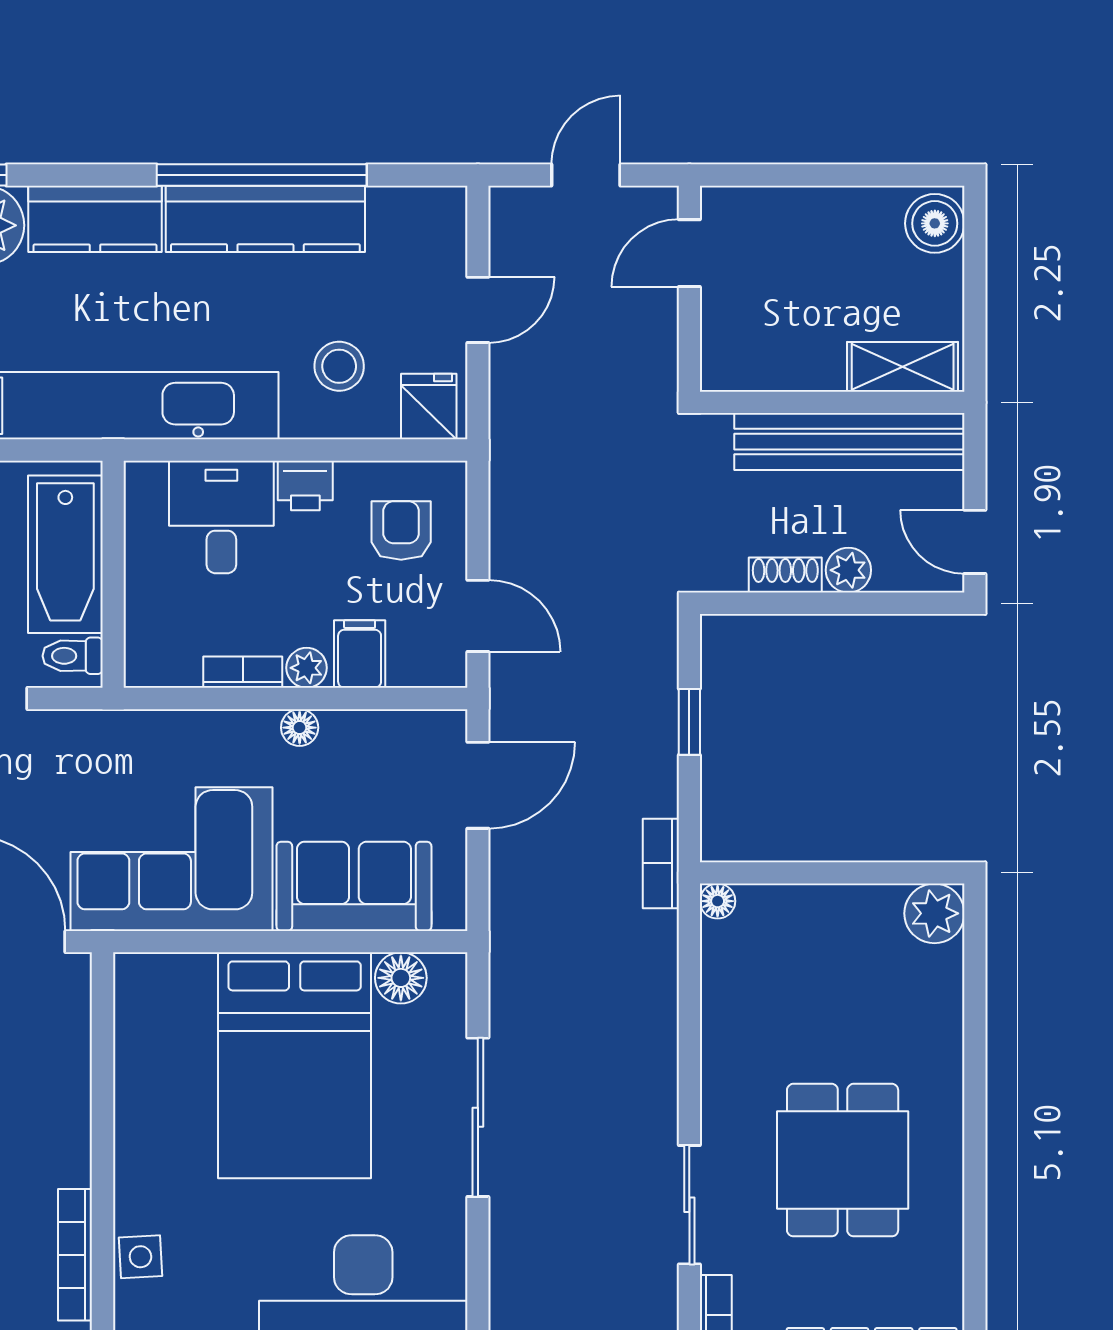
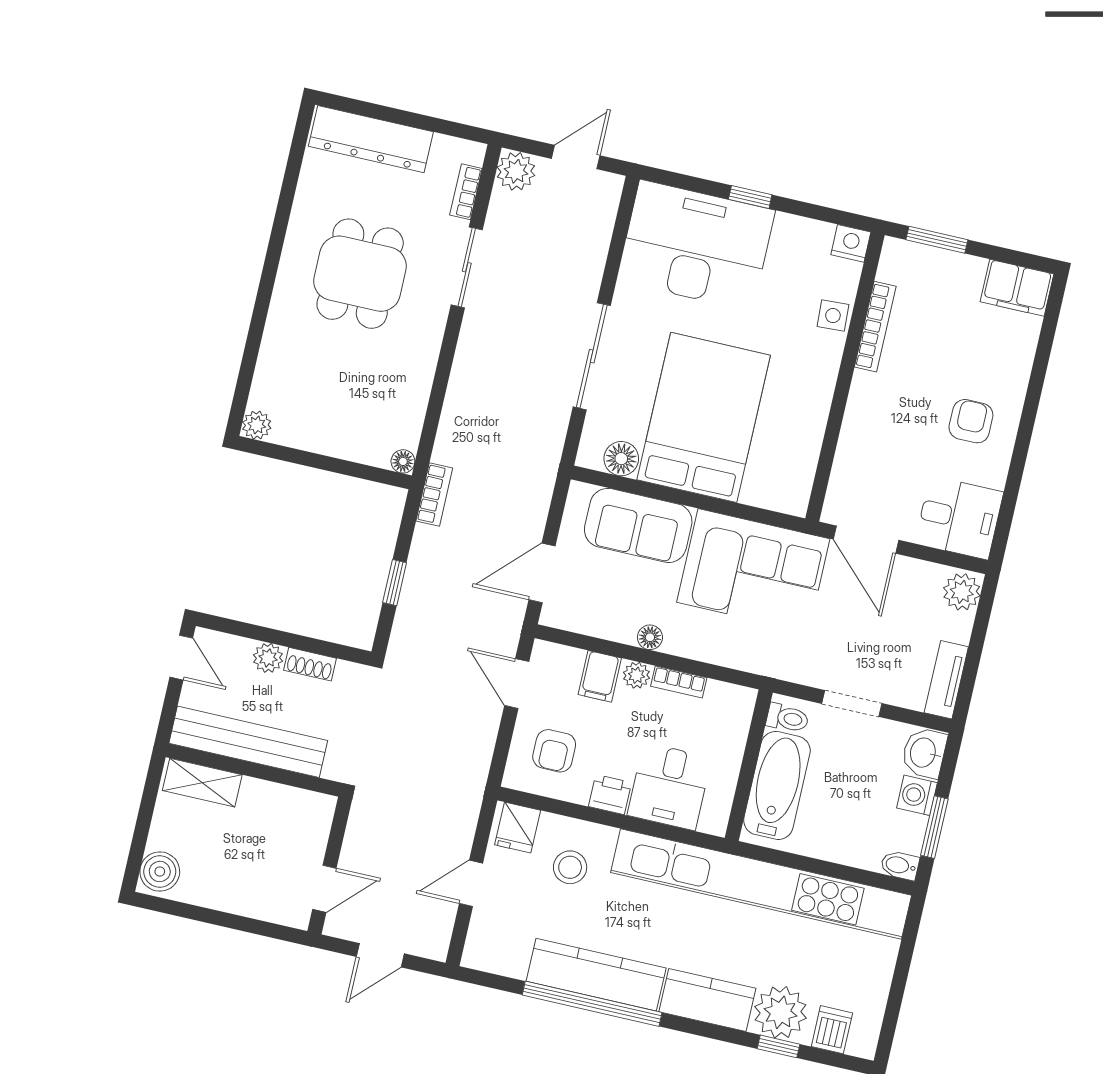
plant: (934, 913) -> (257, 425), width x0.73, depth x0.73

